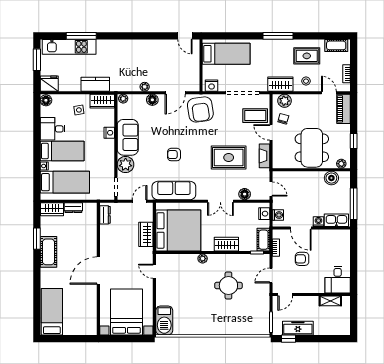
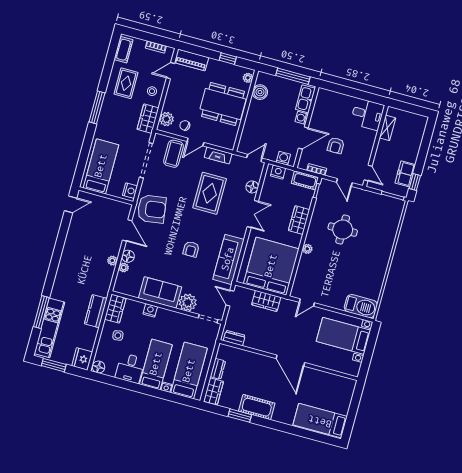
plant: (123, 99) -> (124, 268), moved
bed with nightstands: (126, 312) -> (343, 336), width x0.73
freezer: (298, 328) -> (405, 174), width x0.71

